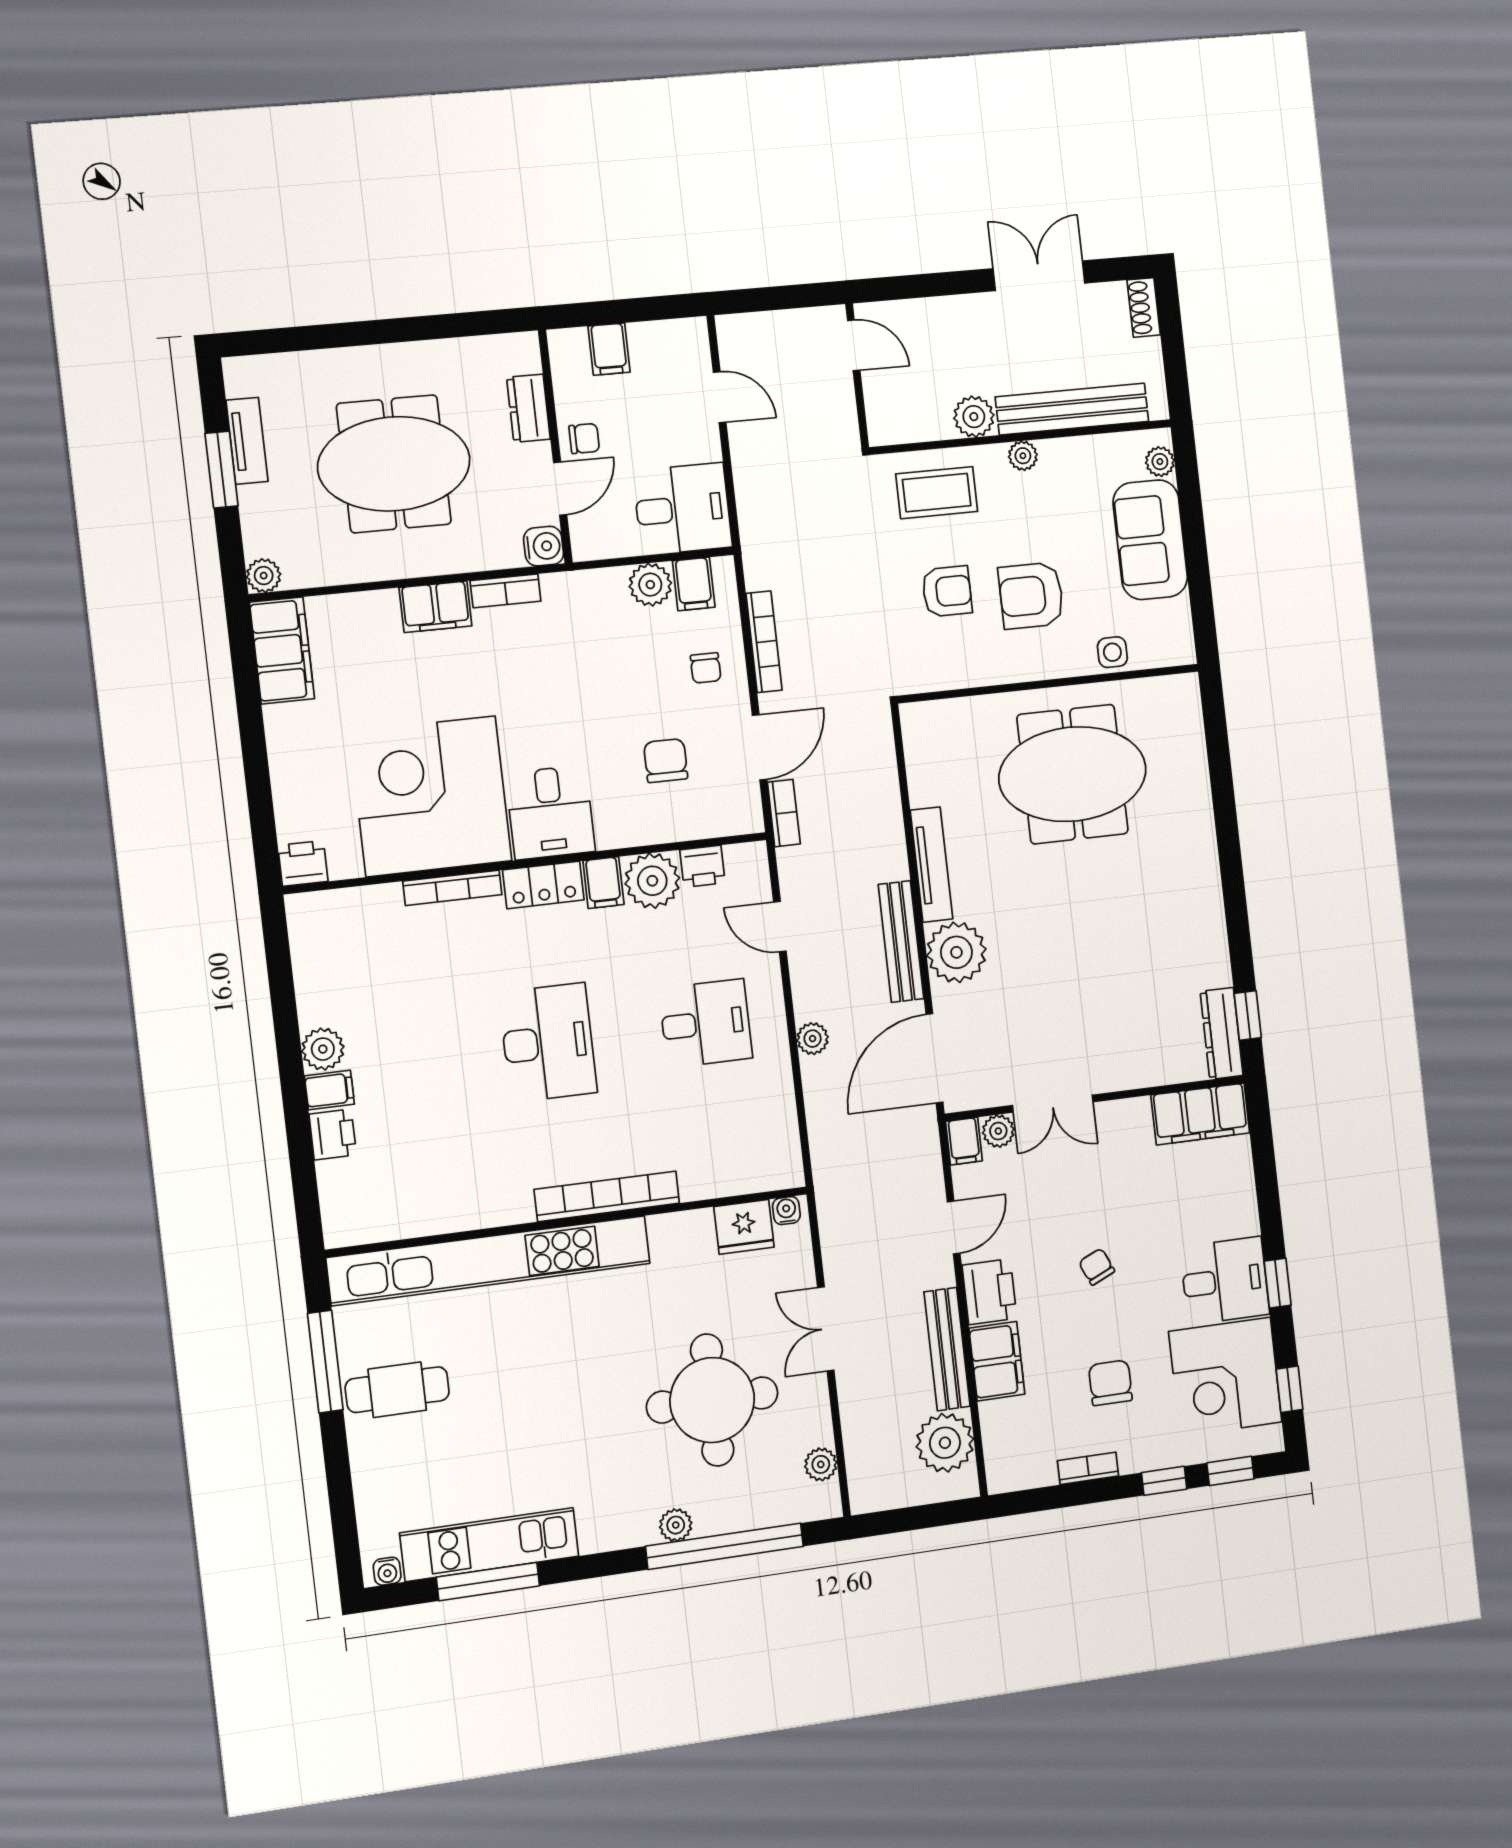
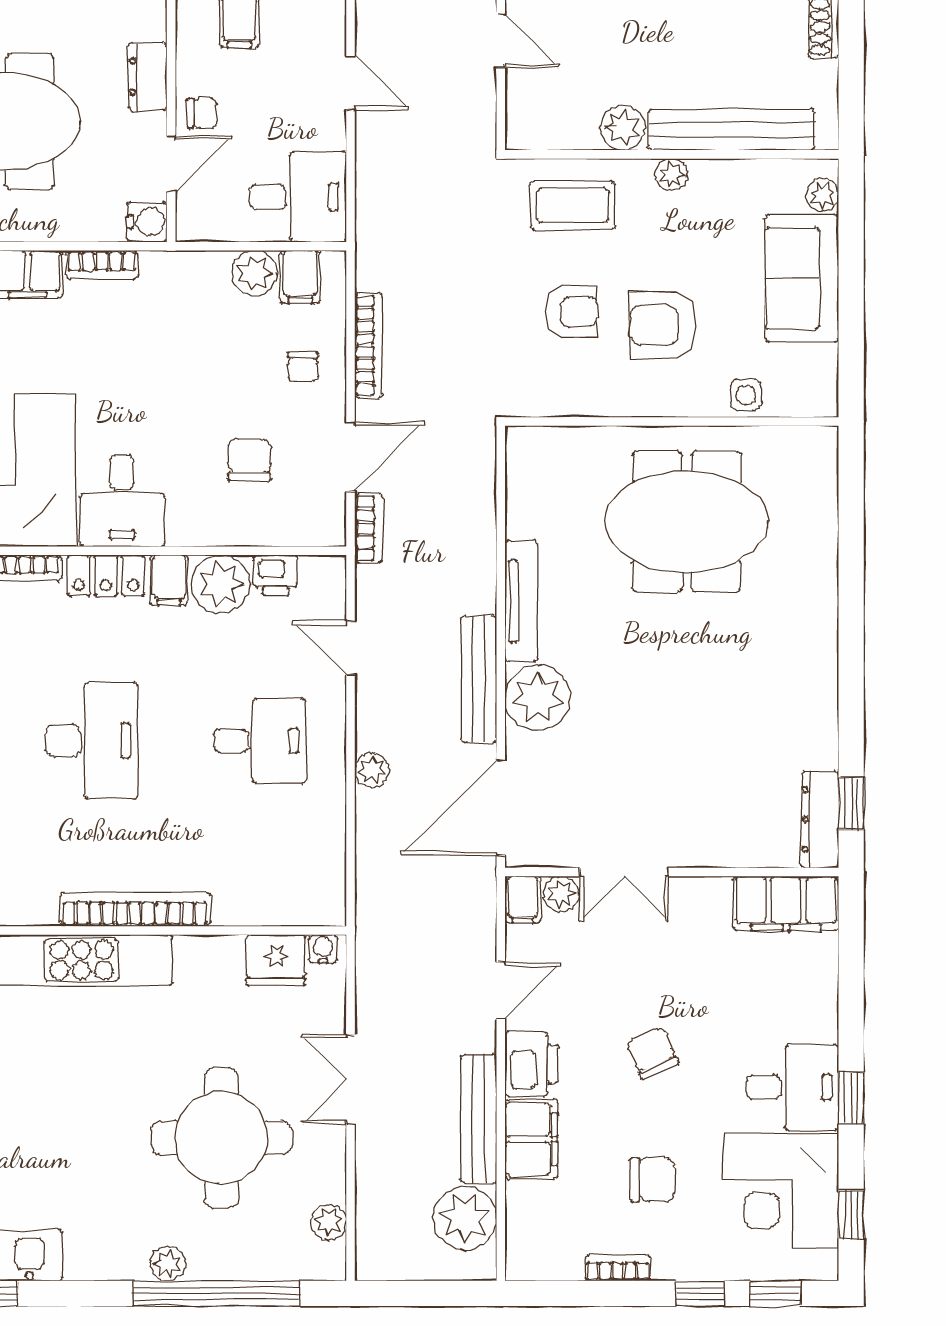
chair: (1097, 1267) -> (652, 1053), width x1.37, depth x1.37
chair: (1110, 1383) -> (653, 1180), turned 90

